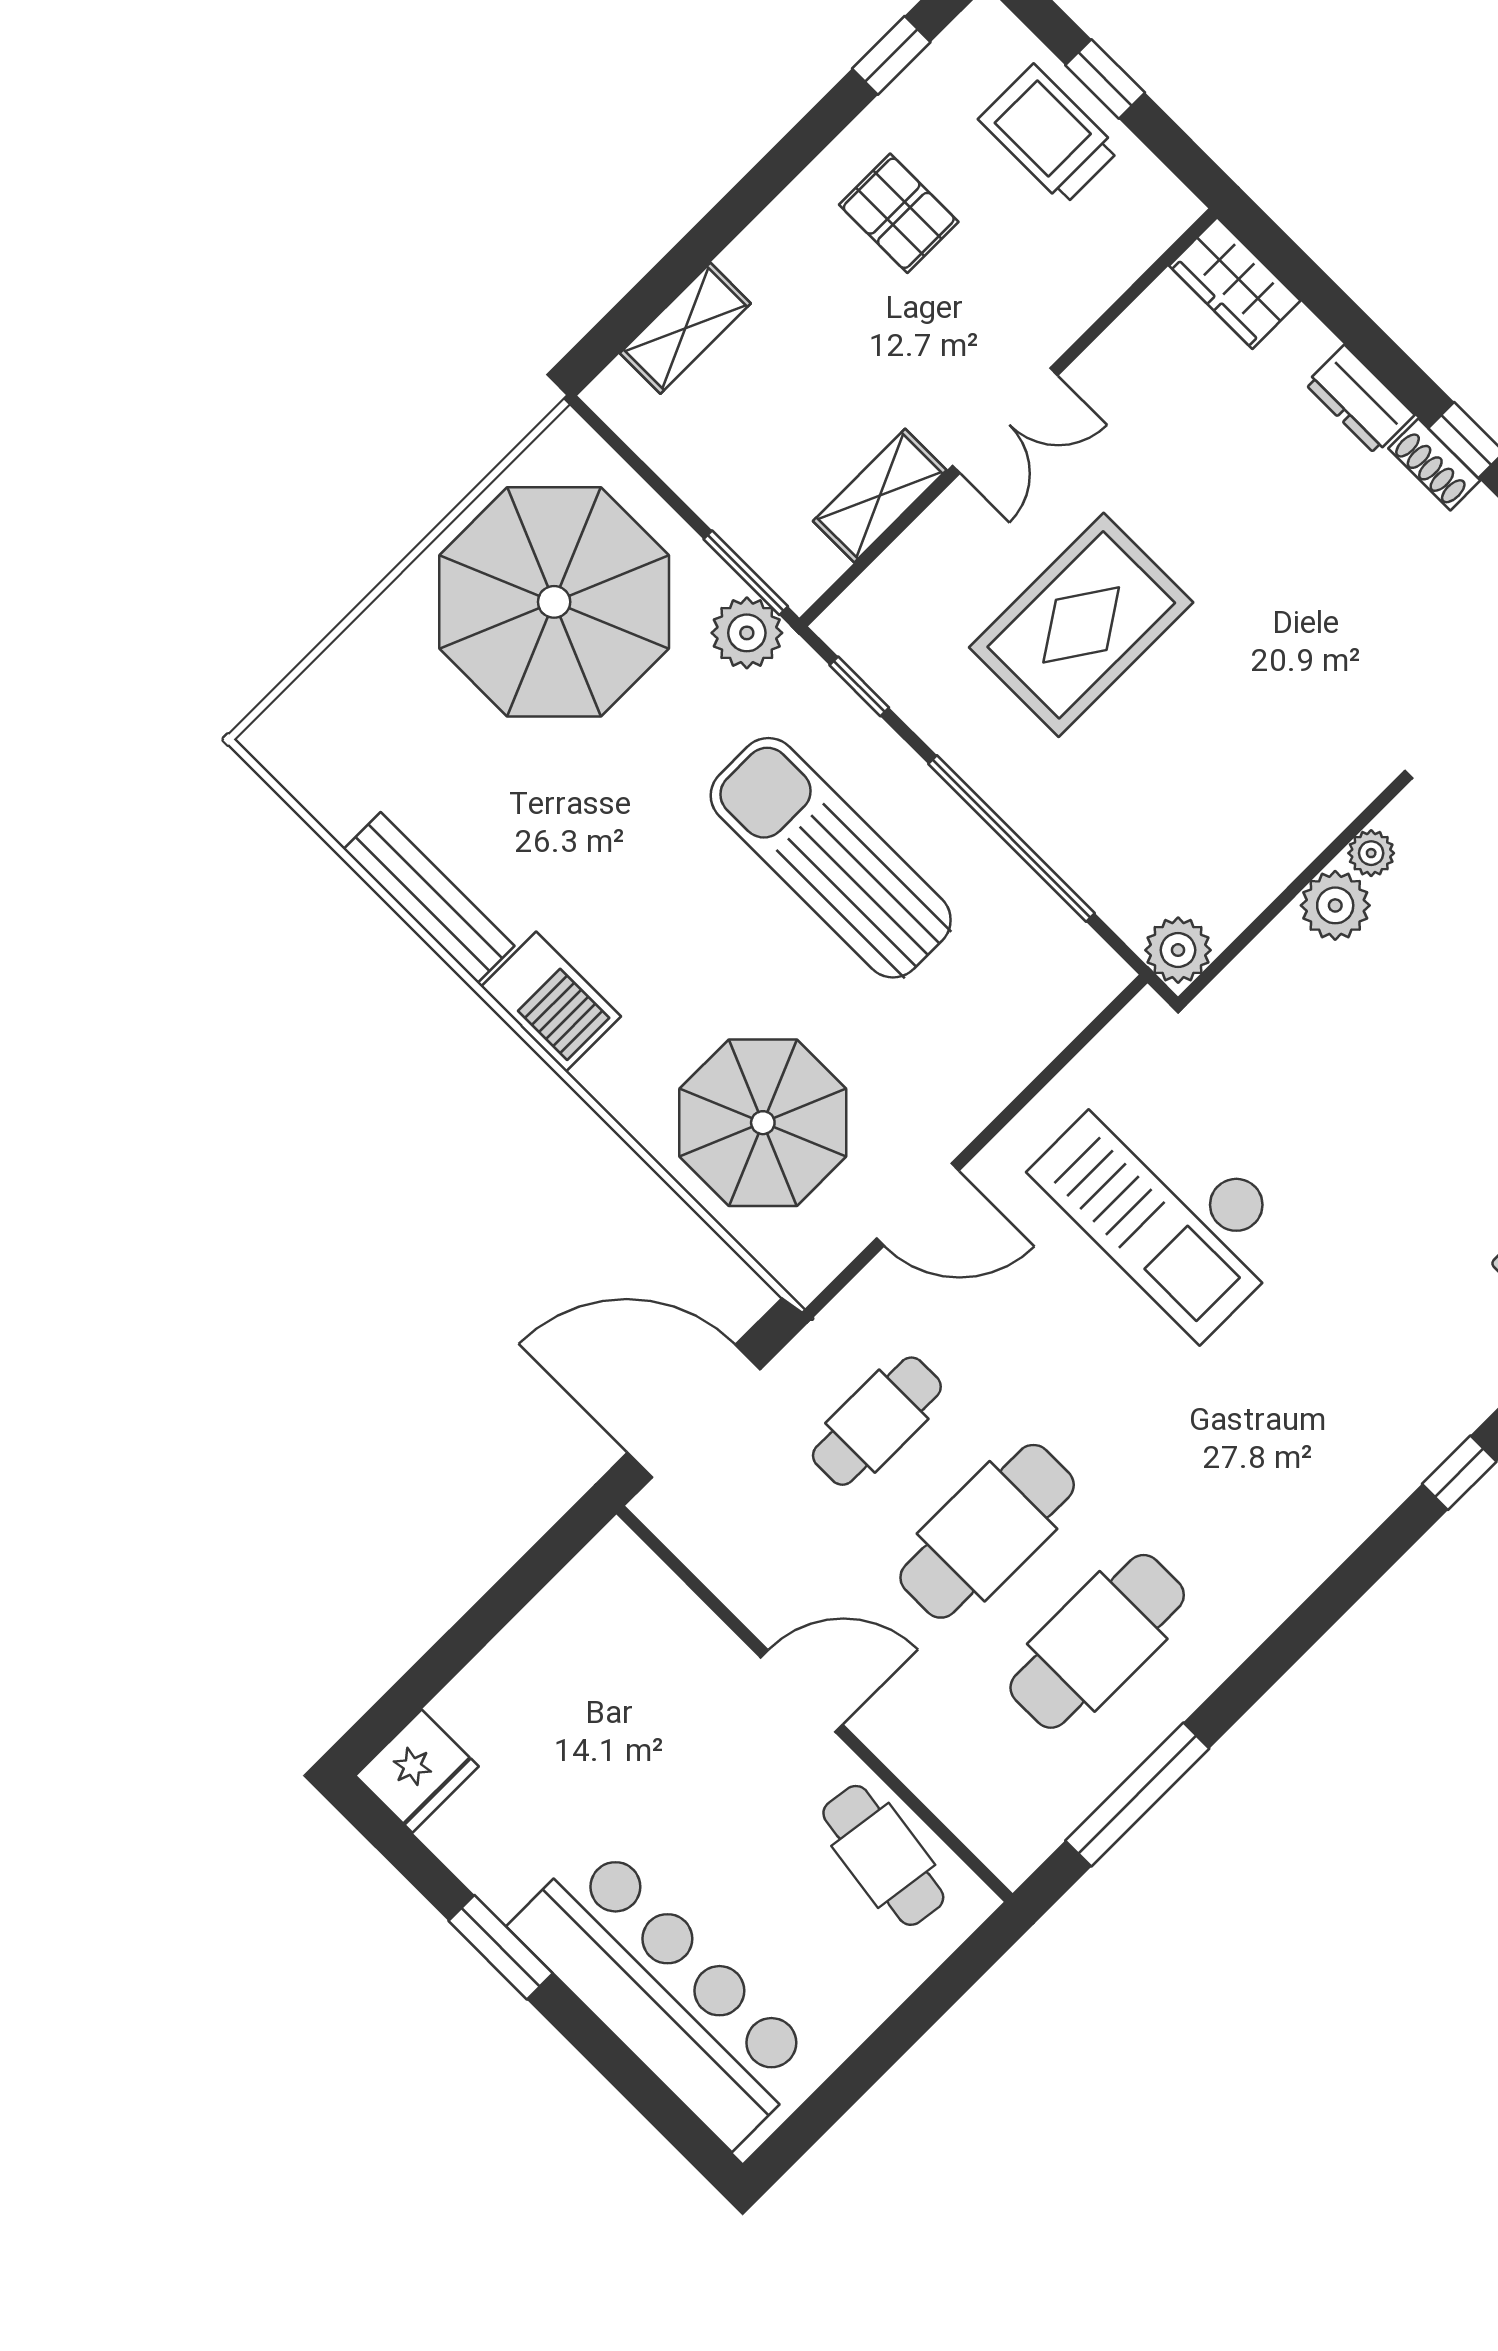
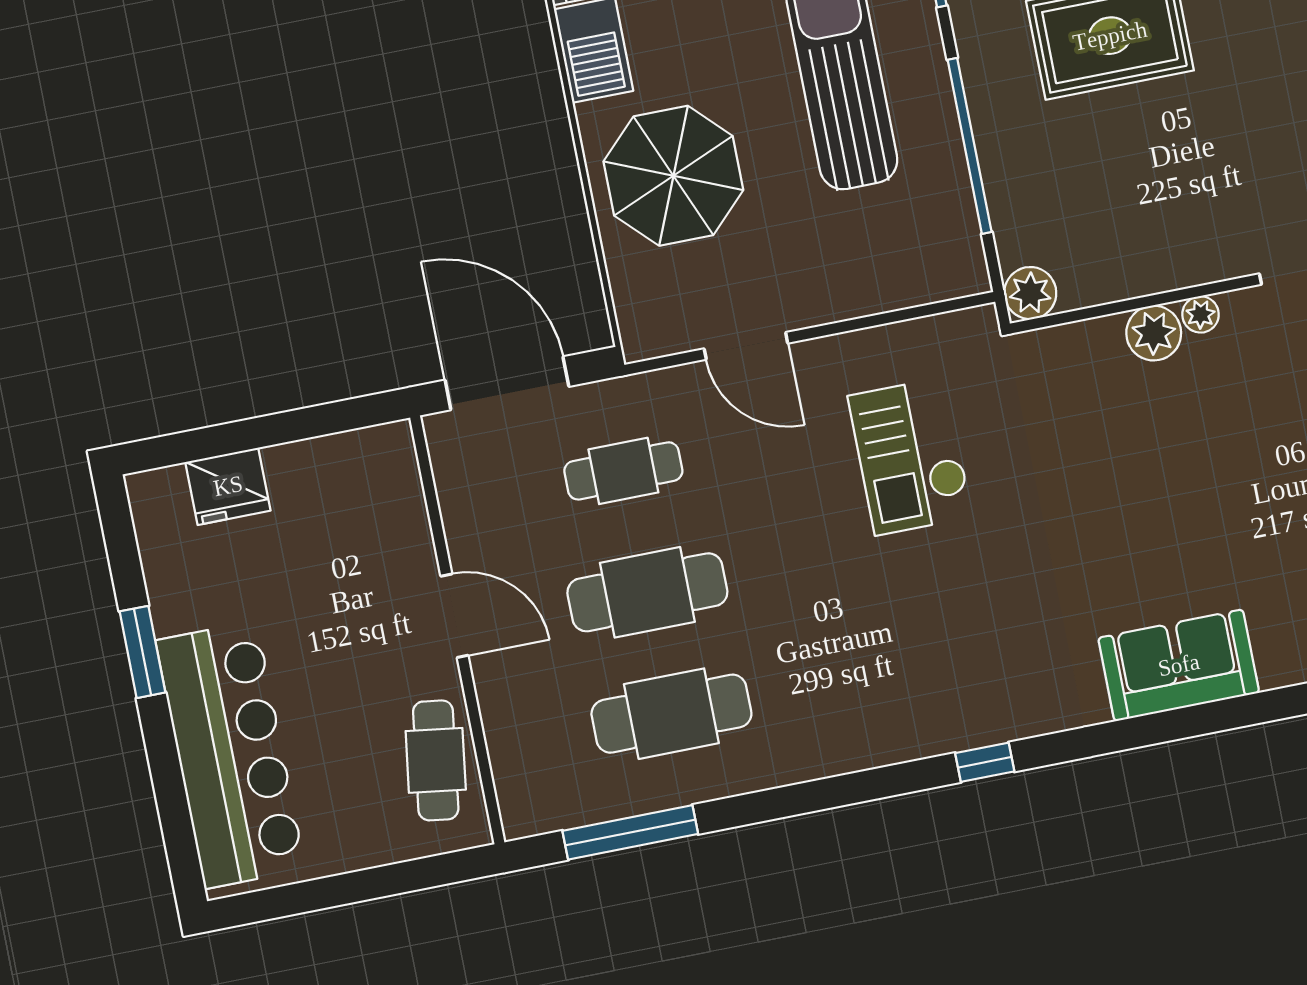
parasol: (763, 1123) -> (673, 176), moved
checkout: (1167, 1205) -> (910, 456), width x0.73, depth x0.83
fridge: (417, 1771) -> (228, 486), moved

